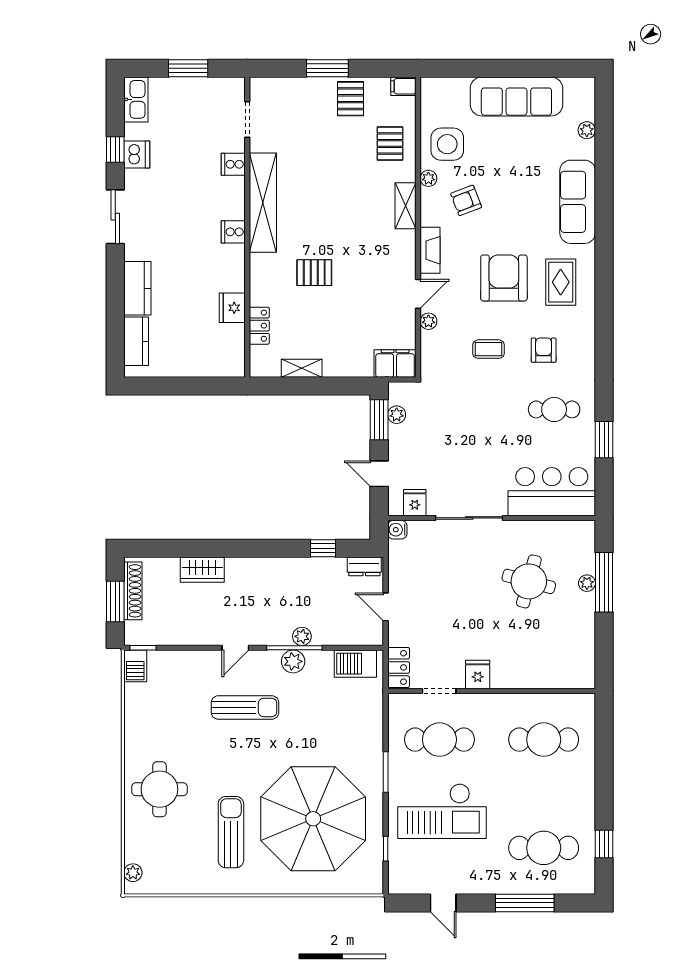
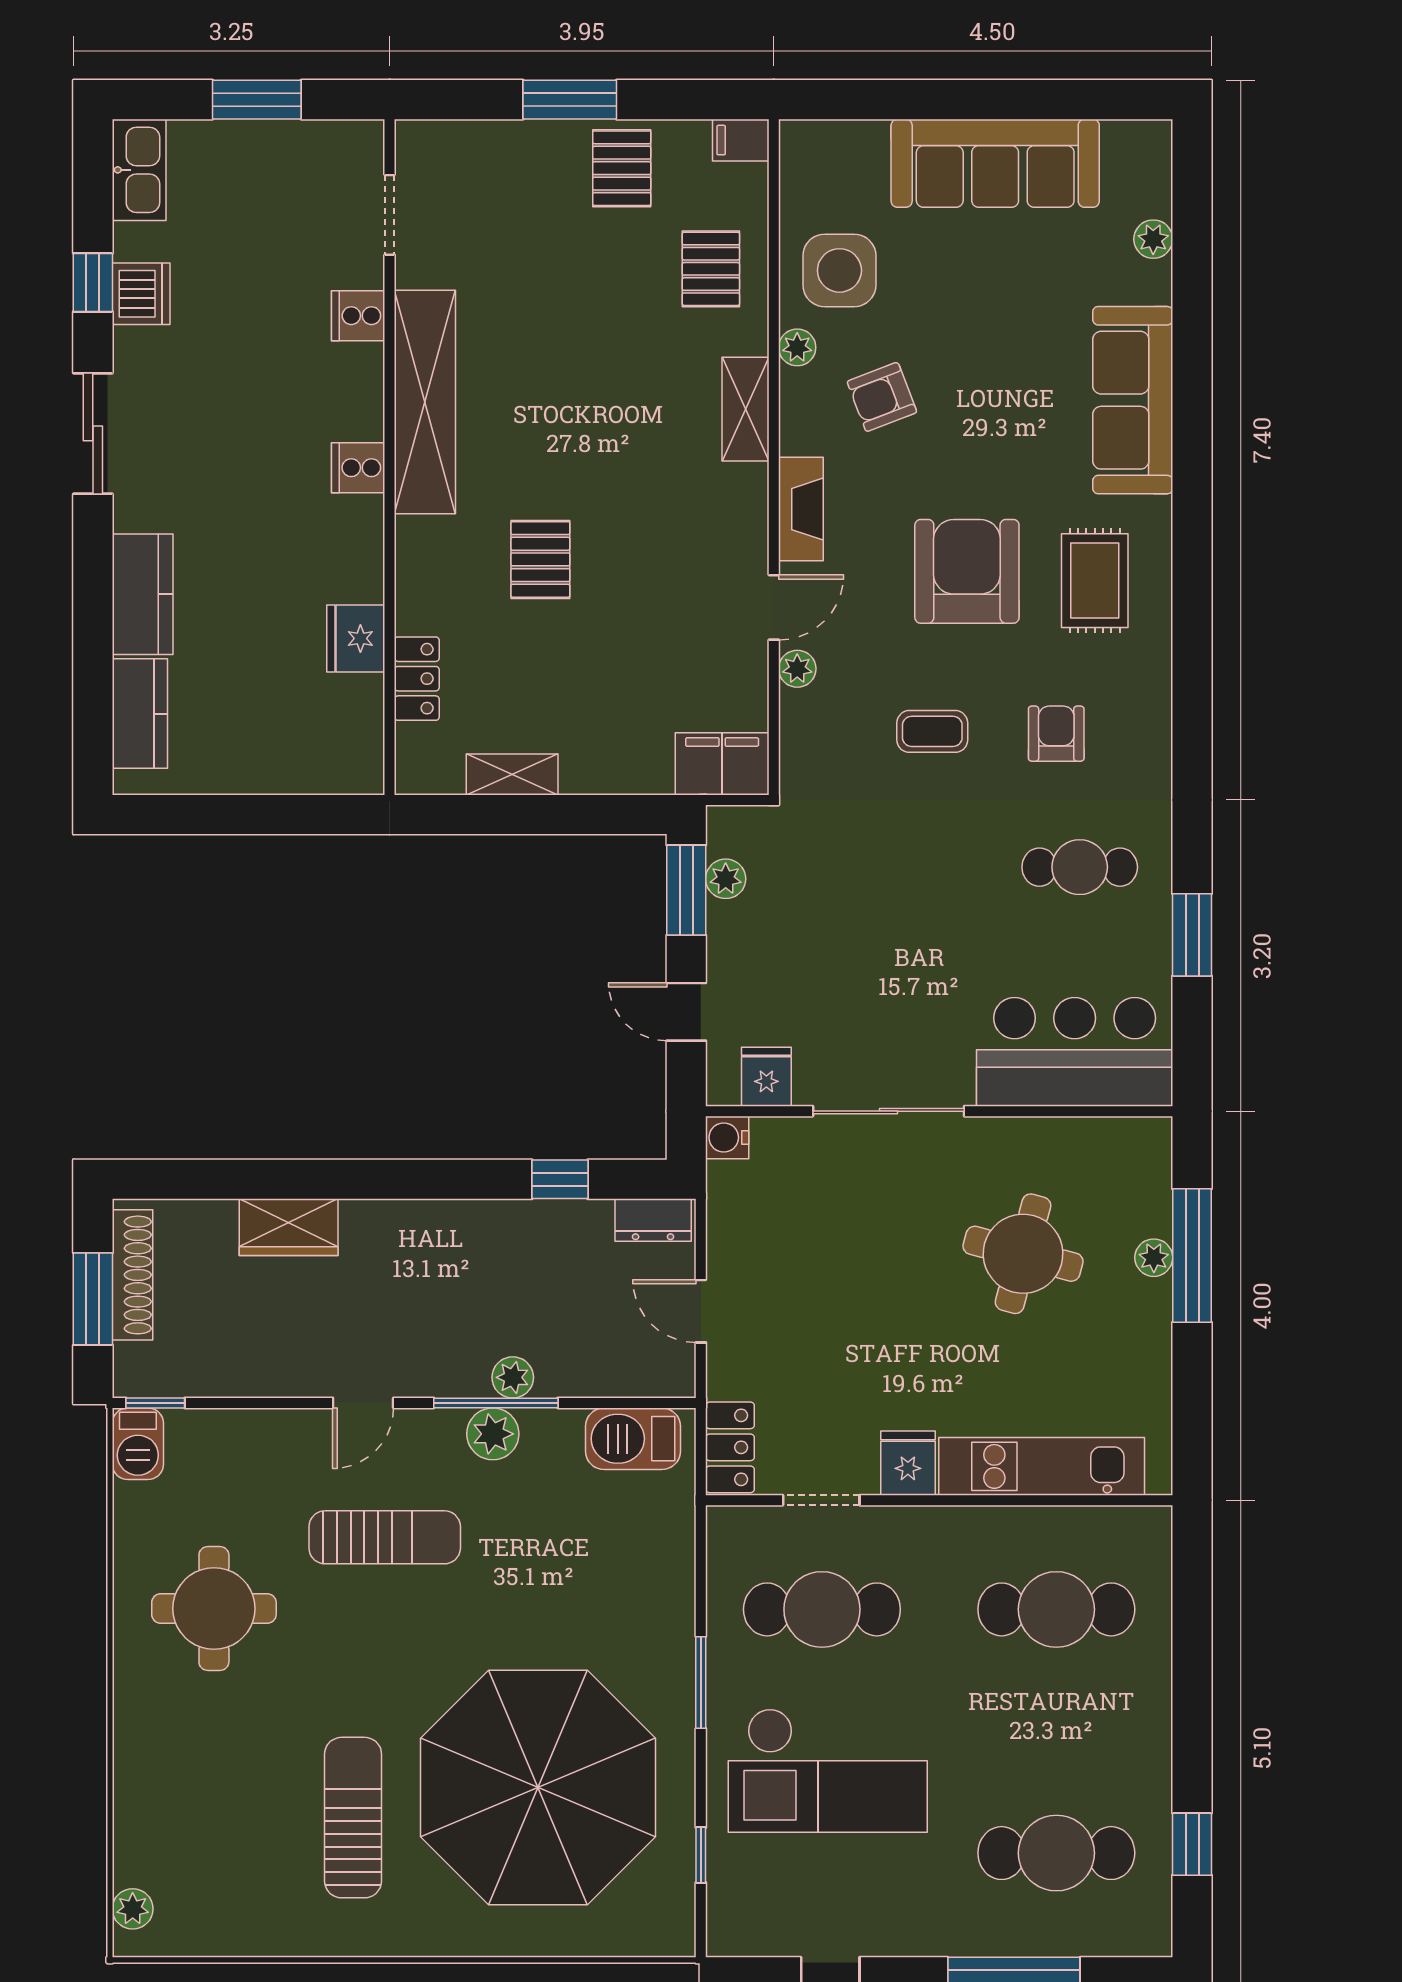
pallet: (314, 273) -> (540, 559), turned 90
kitchen unit: (537, 676) -> (1042, 1466), added
round table: (159, 789) -> (214, 1609), moved

